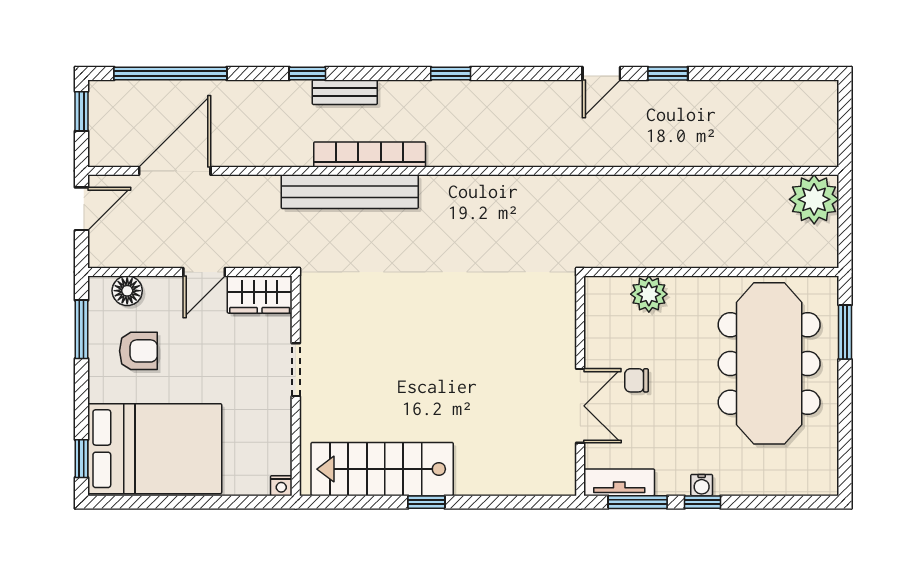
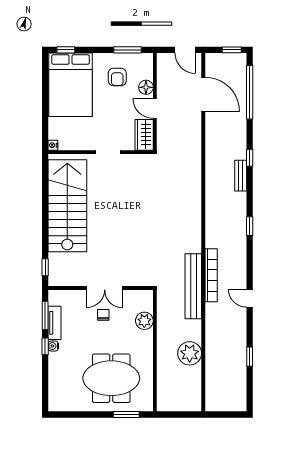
window: (668, 74) -> (250, 357), moved
bookcase: (370, 154) -> (211, 275), moved
bench: (350, 192) -> (193, 286), moved
plant: (814, 199) -> (190, 353), moved
floor lamp: (127, 291) -> (146, 87), moved
meeting table: (769, 363) -> (111, 378), width x0.73
double door: (580, 406) -> (105, 288), moved
stairs: (382, 469) -> (67, 206), width x1.36, depth x1.51
tv unit: (619, 482) -> (54, 323), moved
window: (426, 502) -> (45, 267), moved

